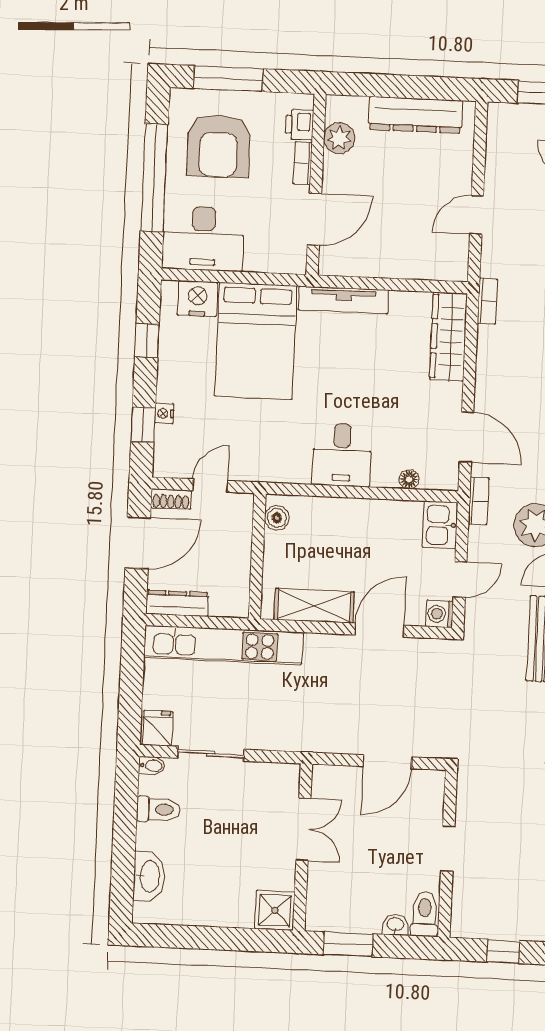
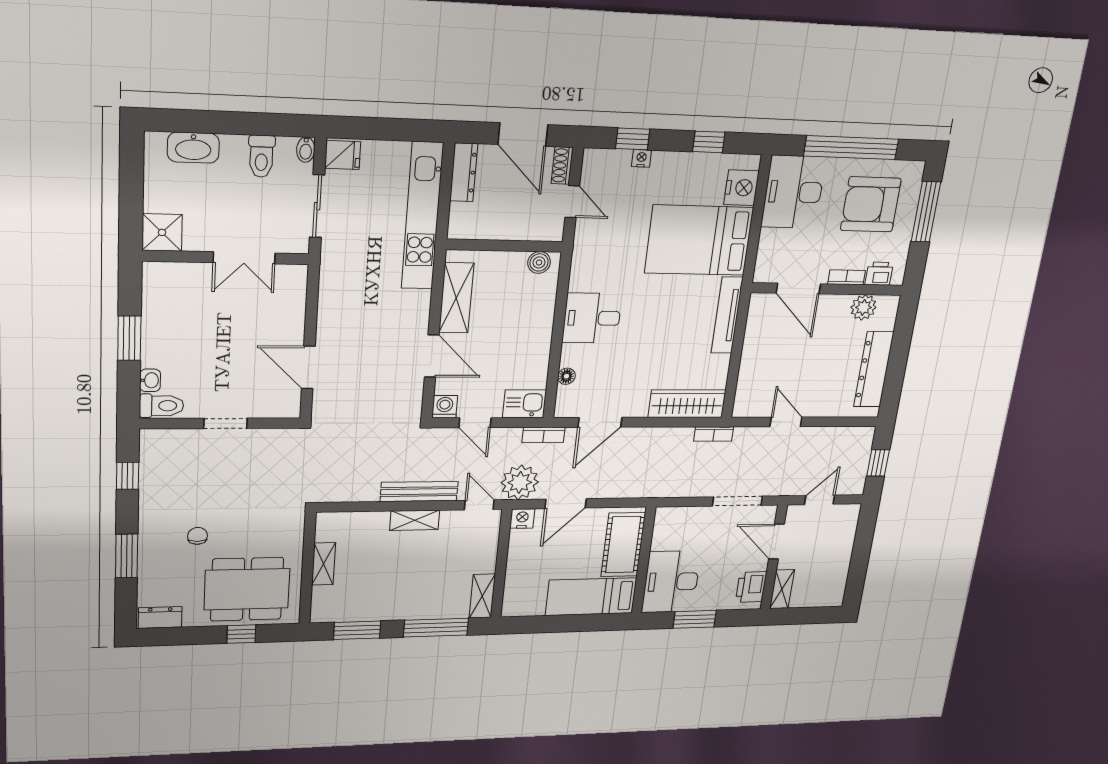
double door: (303, 829) -> (244, 258), moved
wall: (303, 847) -> (226, 257), moved
shower: (275, 910) -> (162, 232), moved

